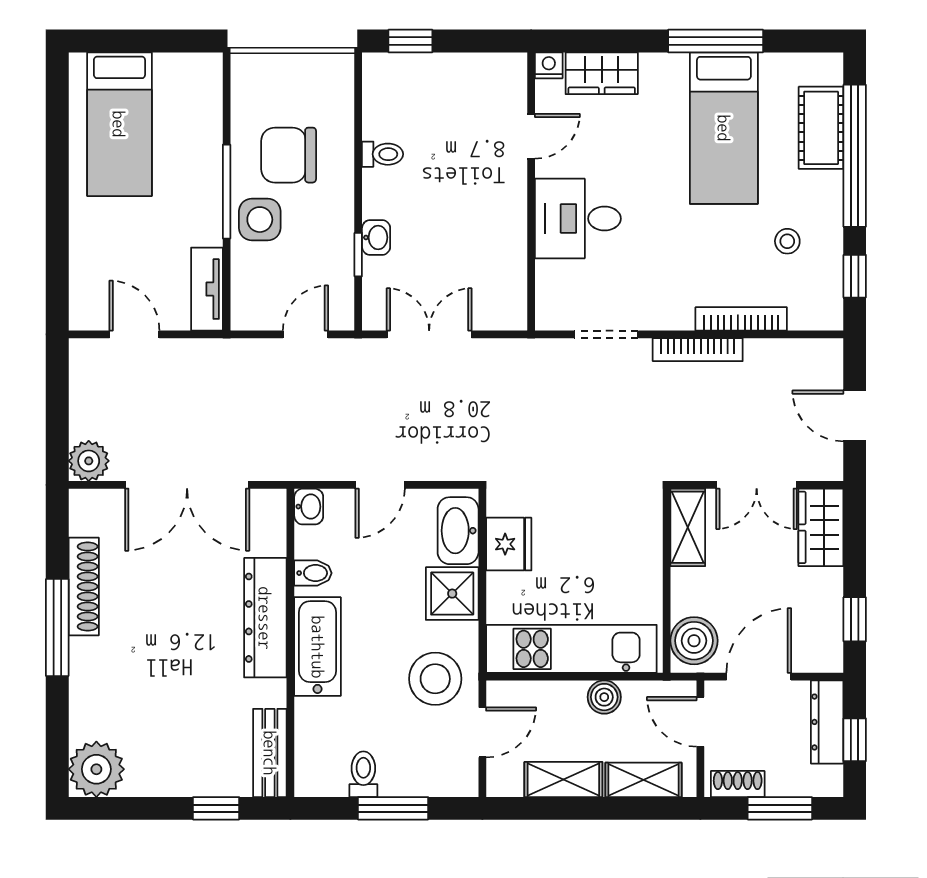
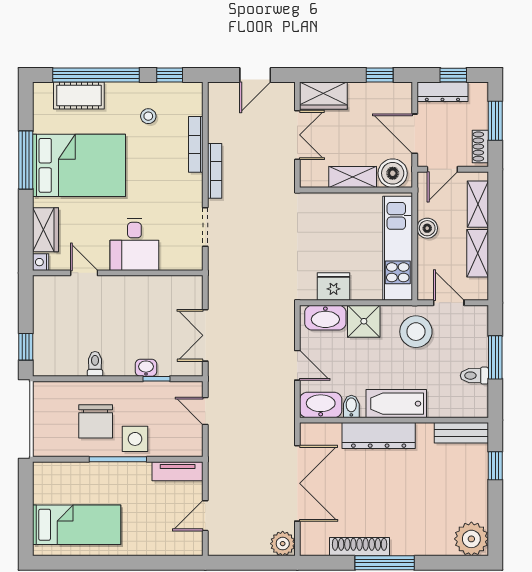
bed: (724, 128) -> (79, 165), width x1.50
washbasin: (309, 507) -> (321, 405), width x1.91, depth x1.45
shelving: (688, 527) -> (353, 177), moved

